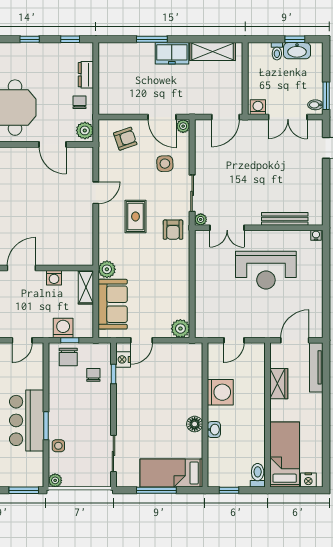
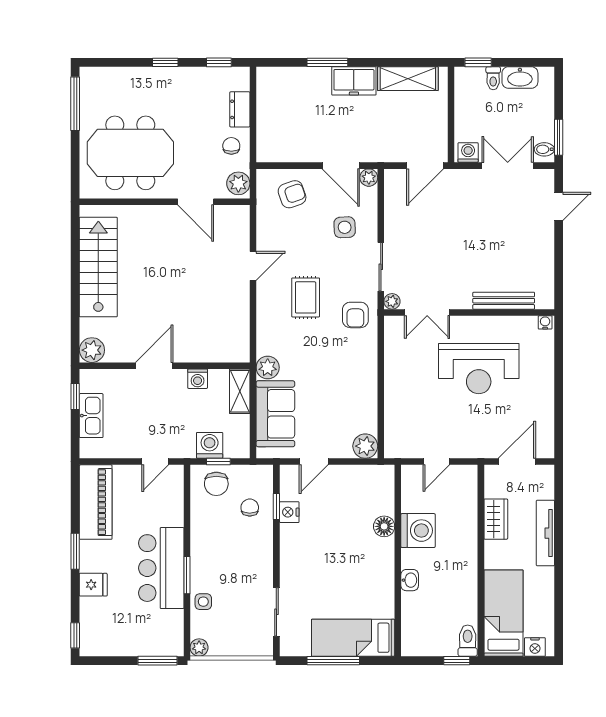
window: (295, 39) -> (478, 62), moved
double door: (288, 117) -> (508, 166), swing flipped
nightstand: (123, 359) -> (289, 512), moved
tv unit: (316, 367) -> (545, 533), moved
floor lamp: (195, 424) -> (384, 526), moved
window: (229, 490) -> (457, 661), moved

